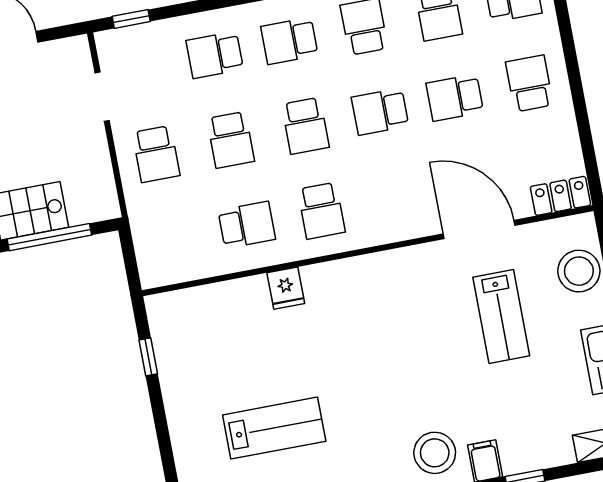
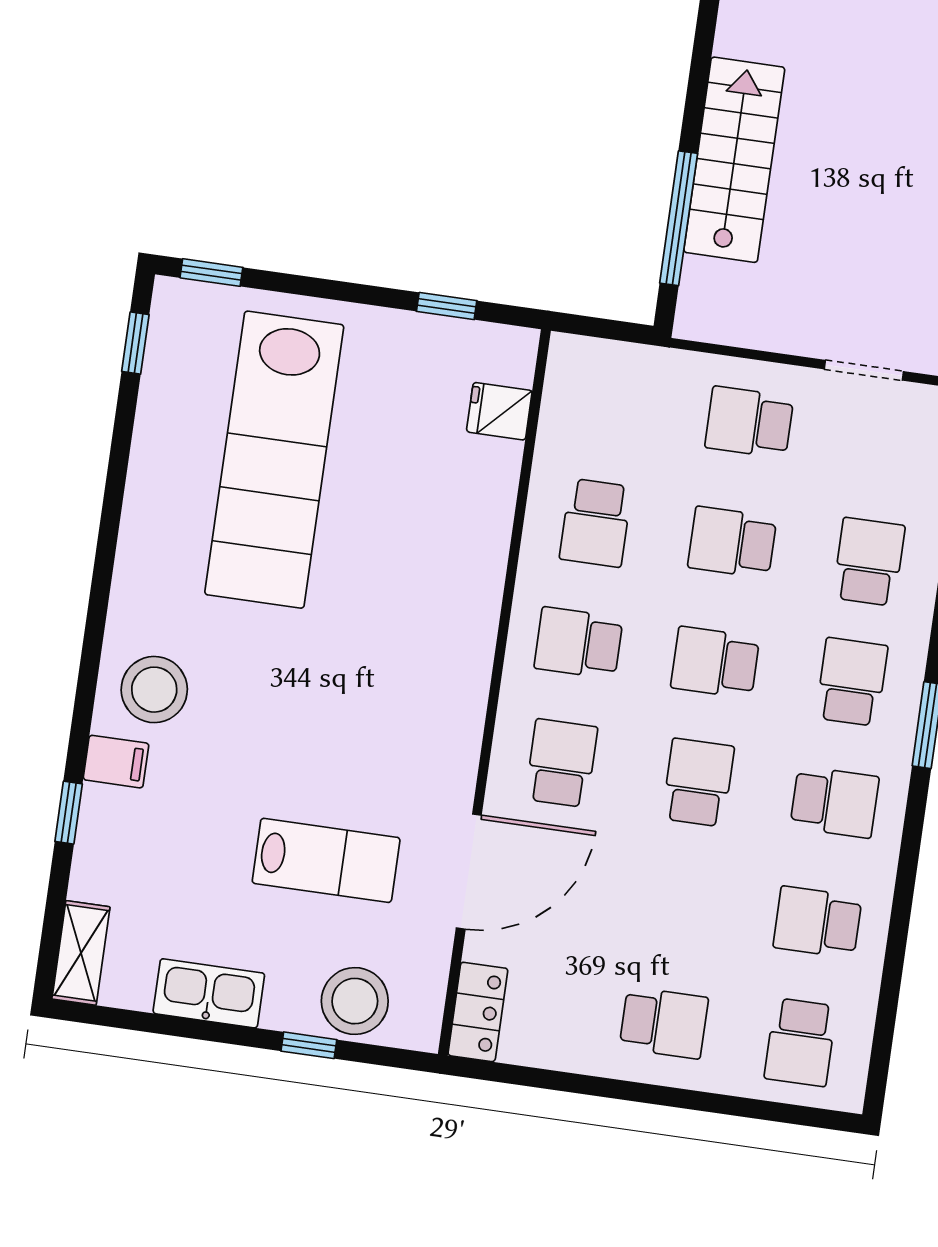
school desk: (455, 98) -> (561, 763), moved
fridge: (286, 288) -> (499, 411), moved
lab bench: (501, 316) -> (326, 860), turned 180
lab bench: (274, 428) -> (274, 460), width x1.86, depth x1.39

